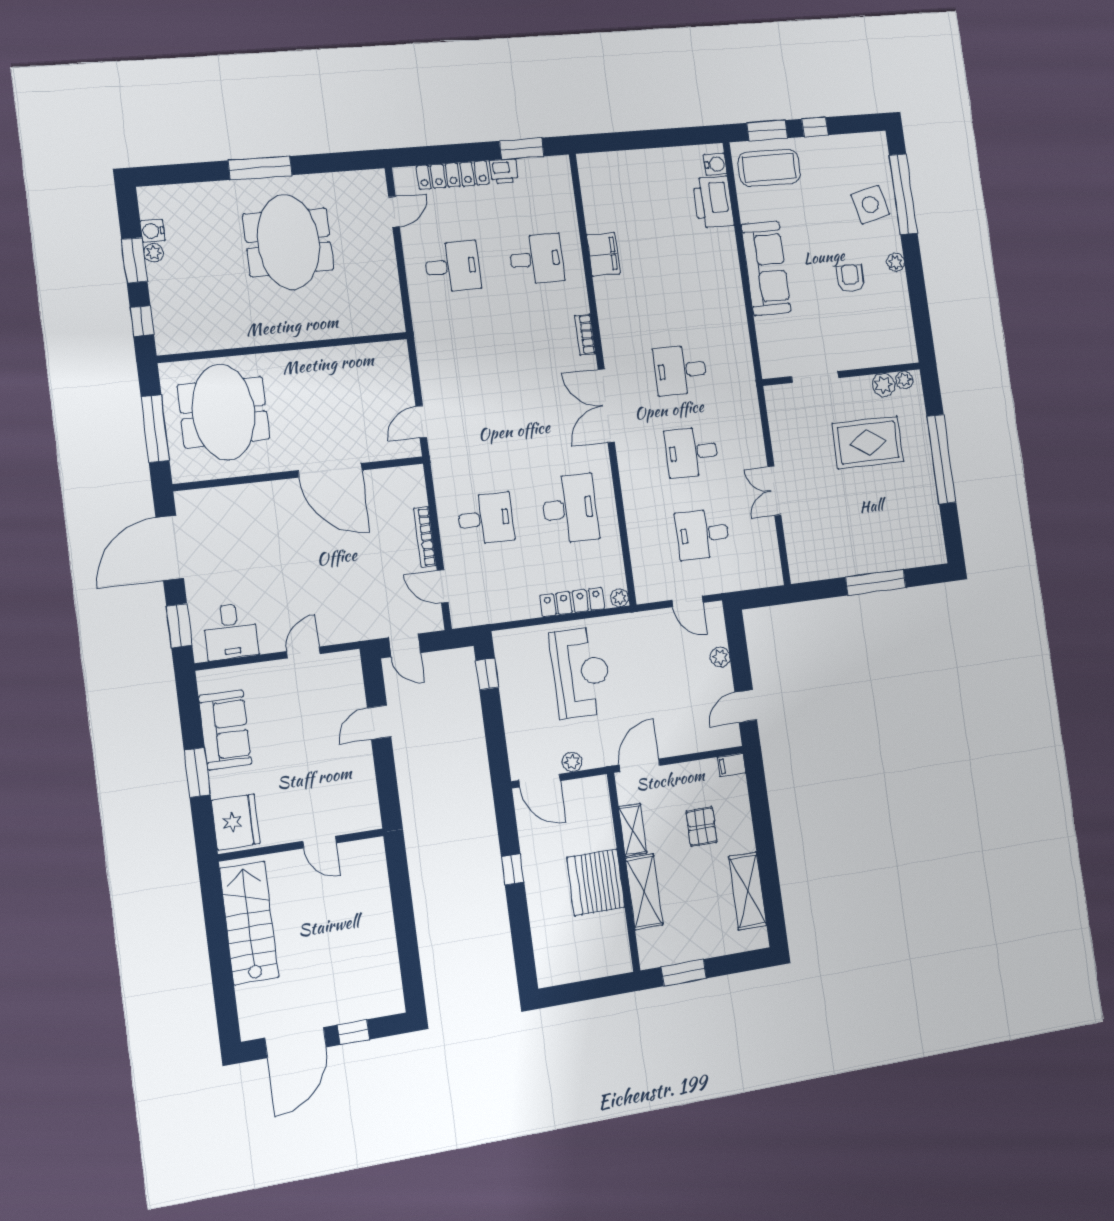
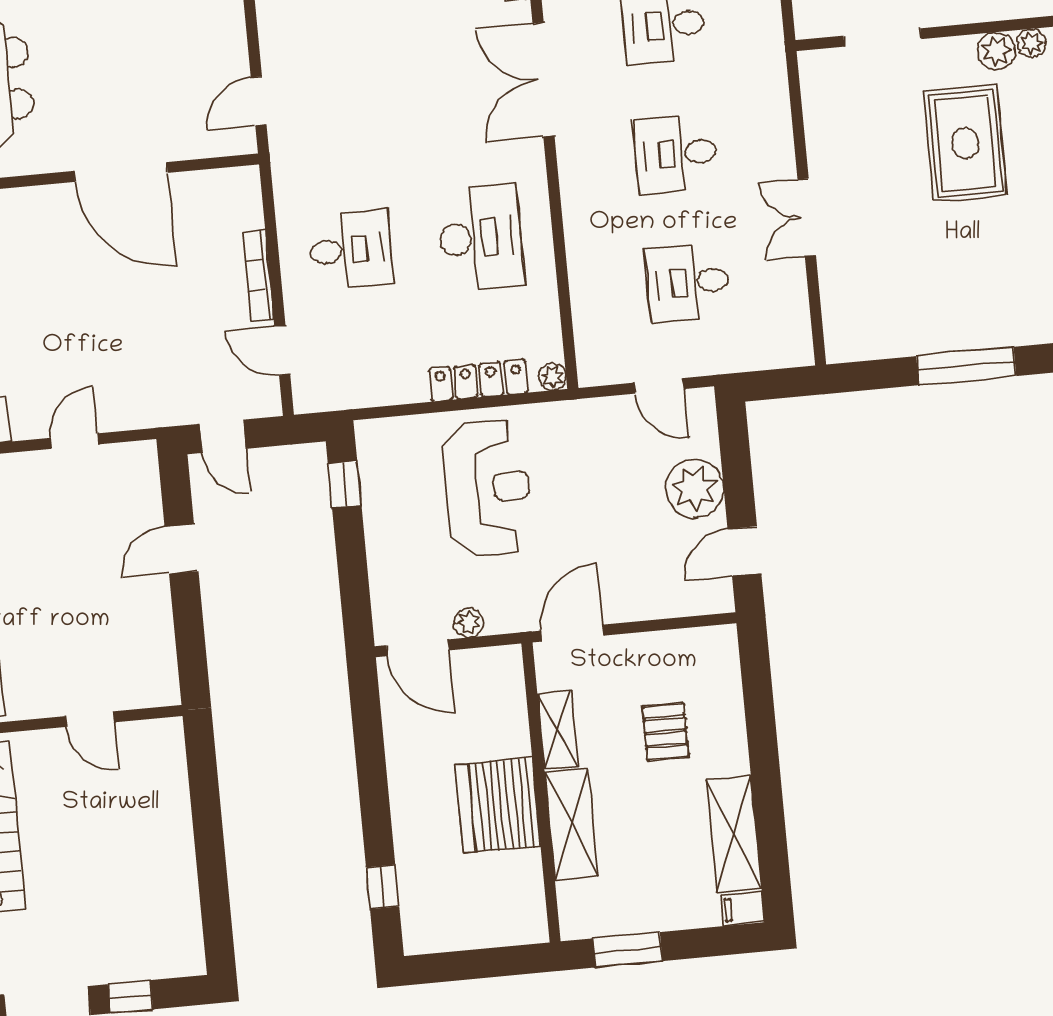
rug: (868, 443) -> (965, 143), turned 90
plant: (720, 657) -> (695, 488), width x1.87, depth x1.87
filing cabinet: (732, 765) -> (743, 909), moved
window: (513, 869) -> (383, 887), moved

